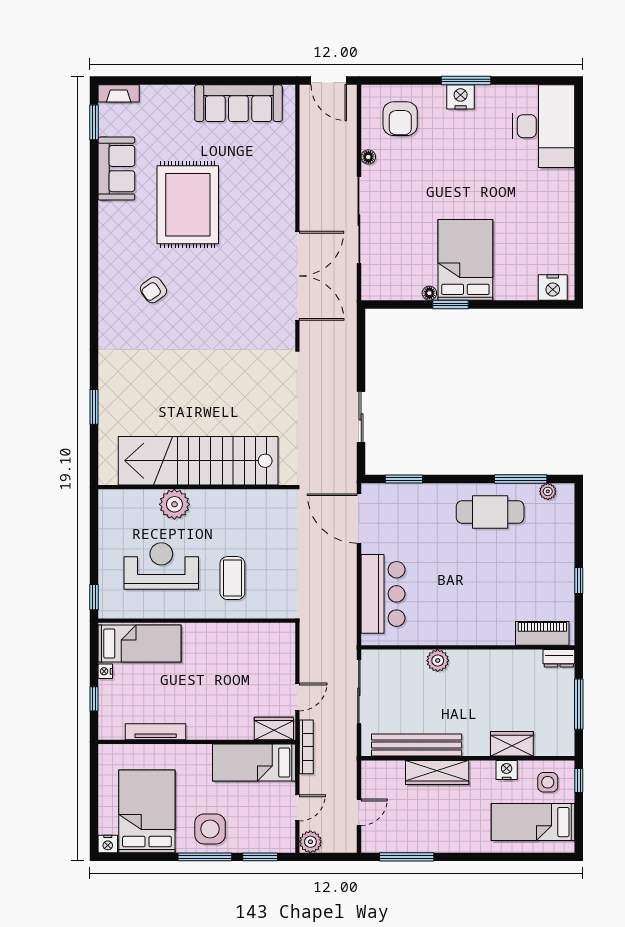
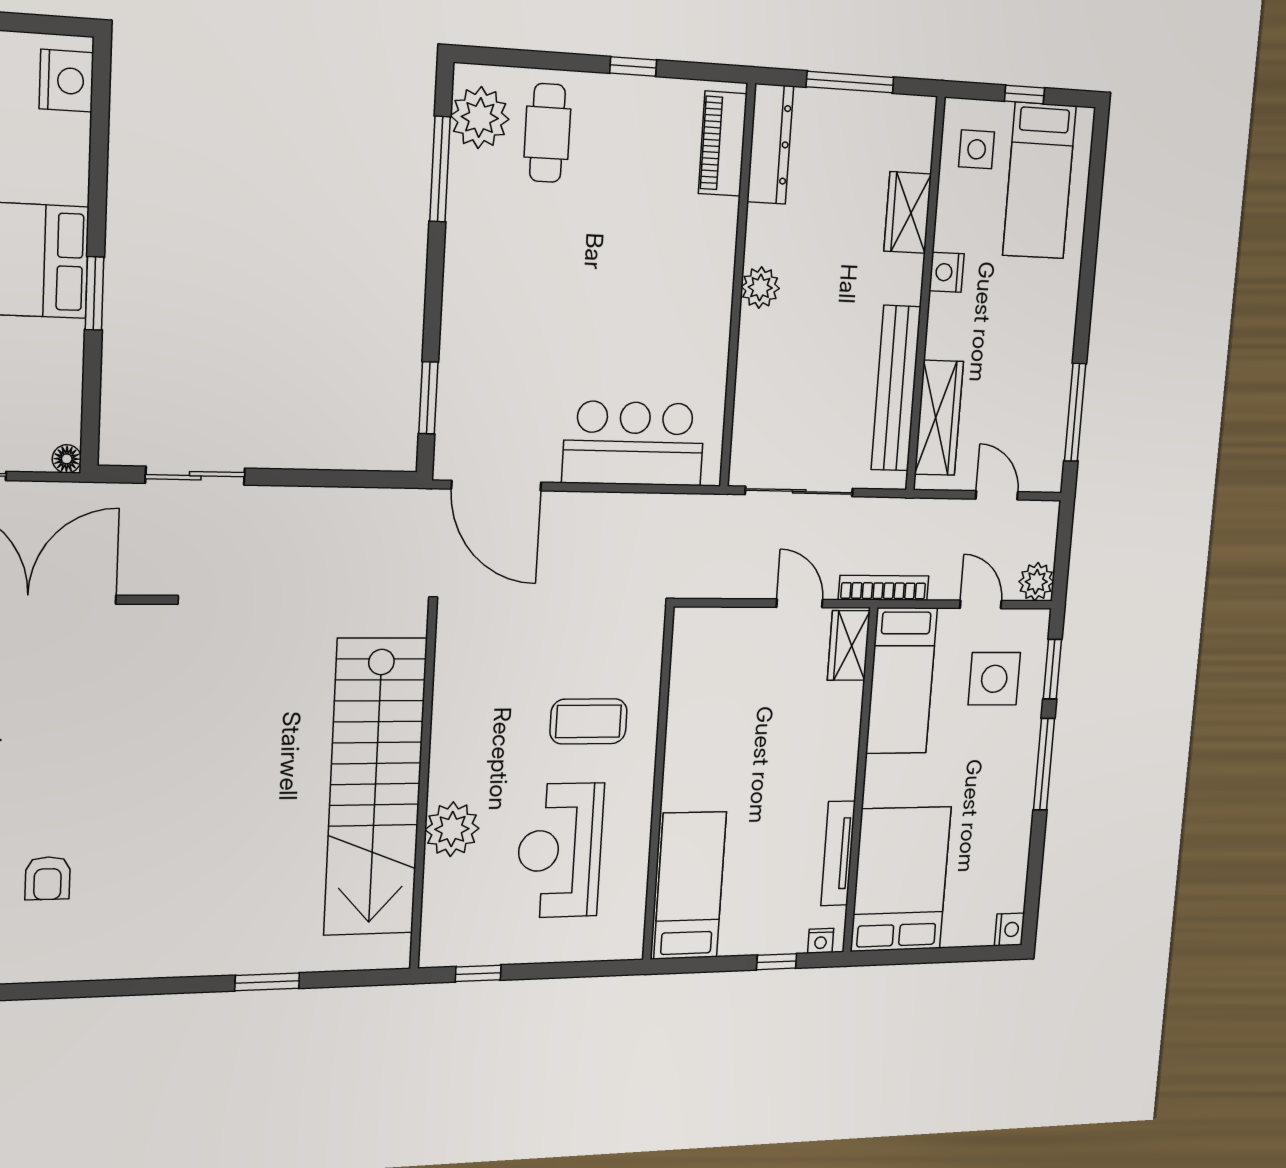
armchair: (153, 290) -> (48, 878), turned 36
floor lamp: (429, 293) -> (67, 459), moved
sliding door: (361, 417) -> (195, 476), moved
plant: (548, 491) -> (480, 118), width x1.88, depth x1.88
cafe table: (490, 512) -> (547, 133), moved, width x0.73, depth x0.74
door: (359, 519) -> (496, 486), hinge flipped
window: (94, 597) -> (478, 973), moved
dresser: (559, 658) -> (770, 144), width x1.96, depth x1.24
plant: (438, 661) -> (760, 288), moved
nightstand: (105, 671) -> (821, 941), moved
nightstand: (507, 770) -> (947, 272), moved
wardrobe: (437, 773) -> (939, 418), moved
window: (579, 780) -> (1025, 94), moved
bed: (147, 811) -> (901, 879), moved, turned 90
side table: (210, 829) -> (994, 679), moved

